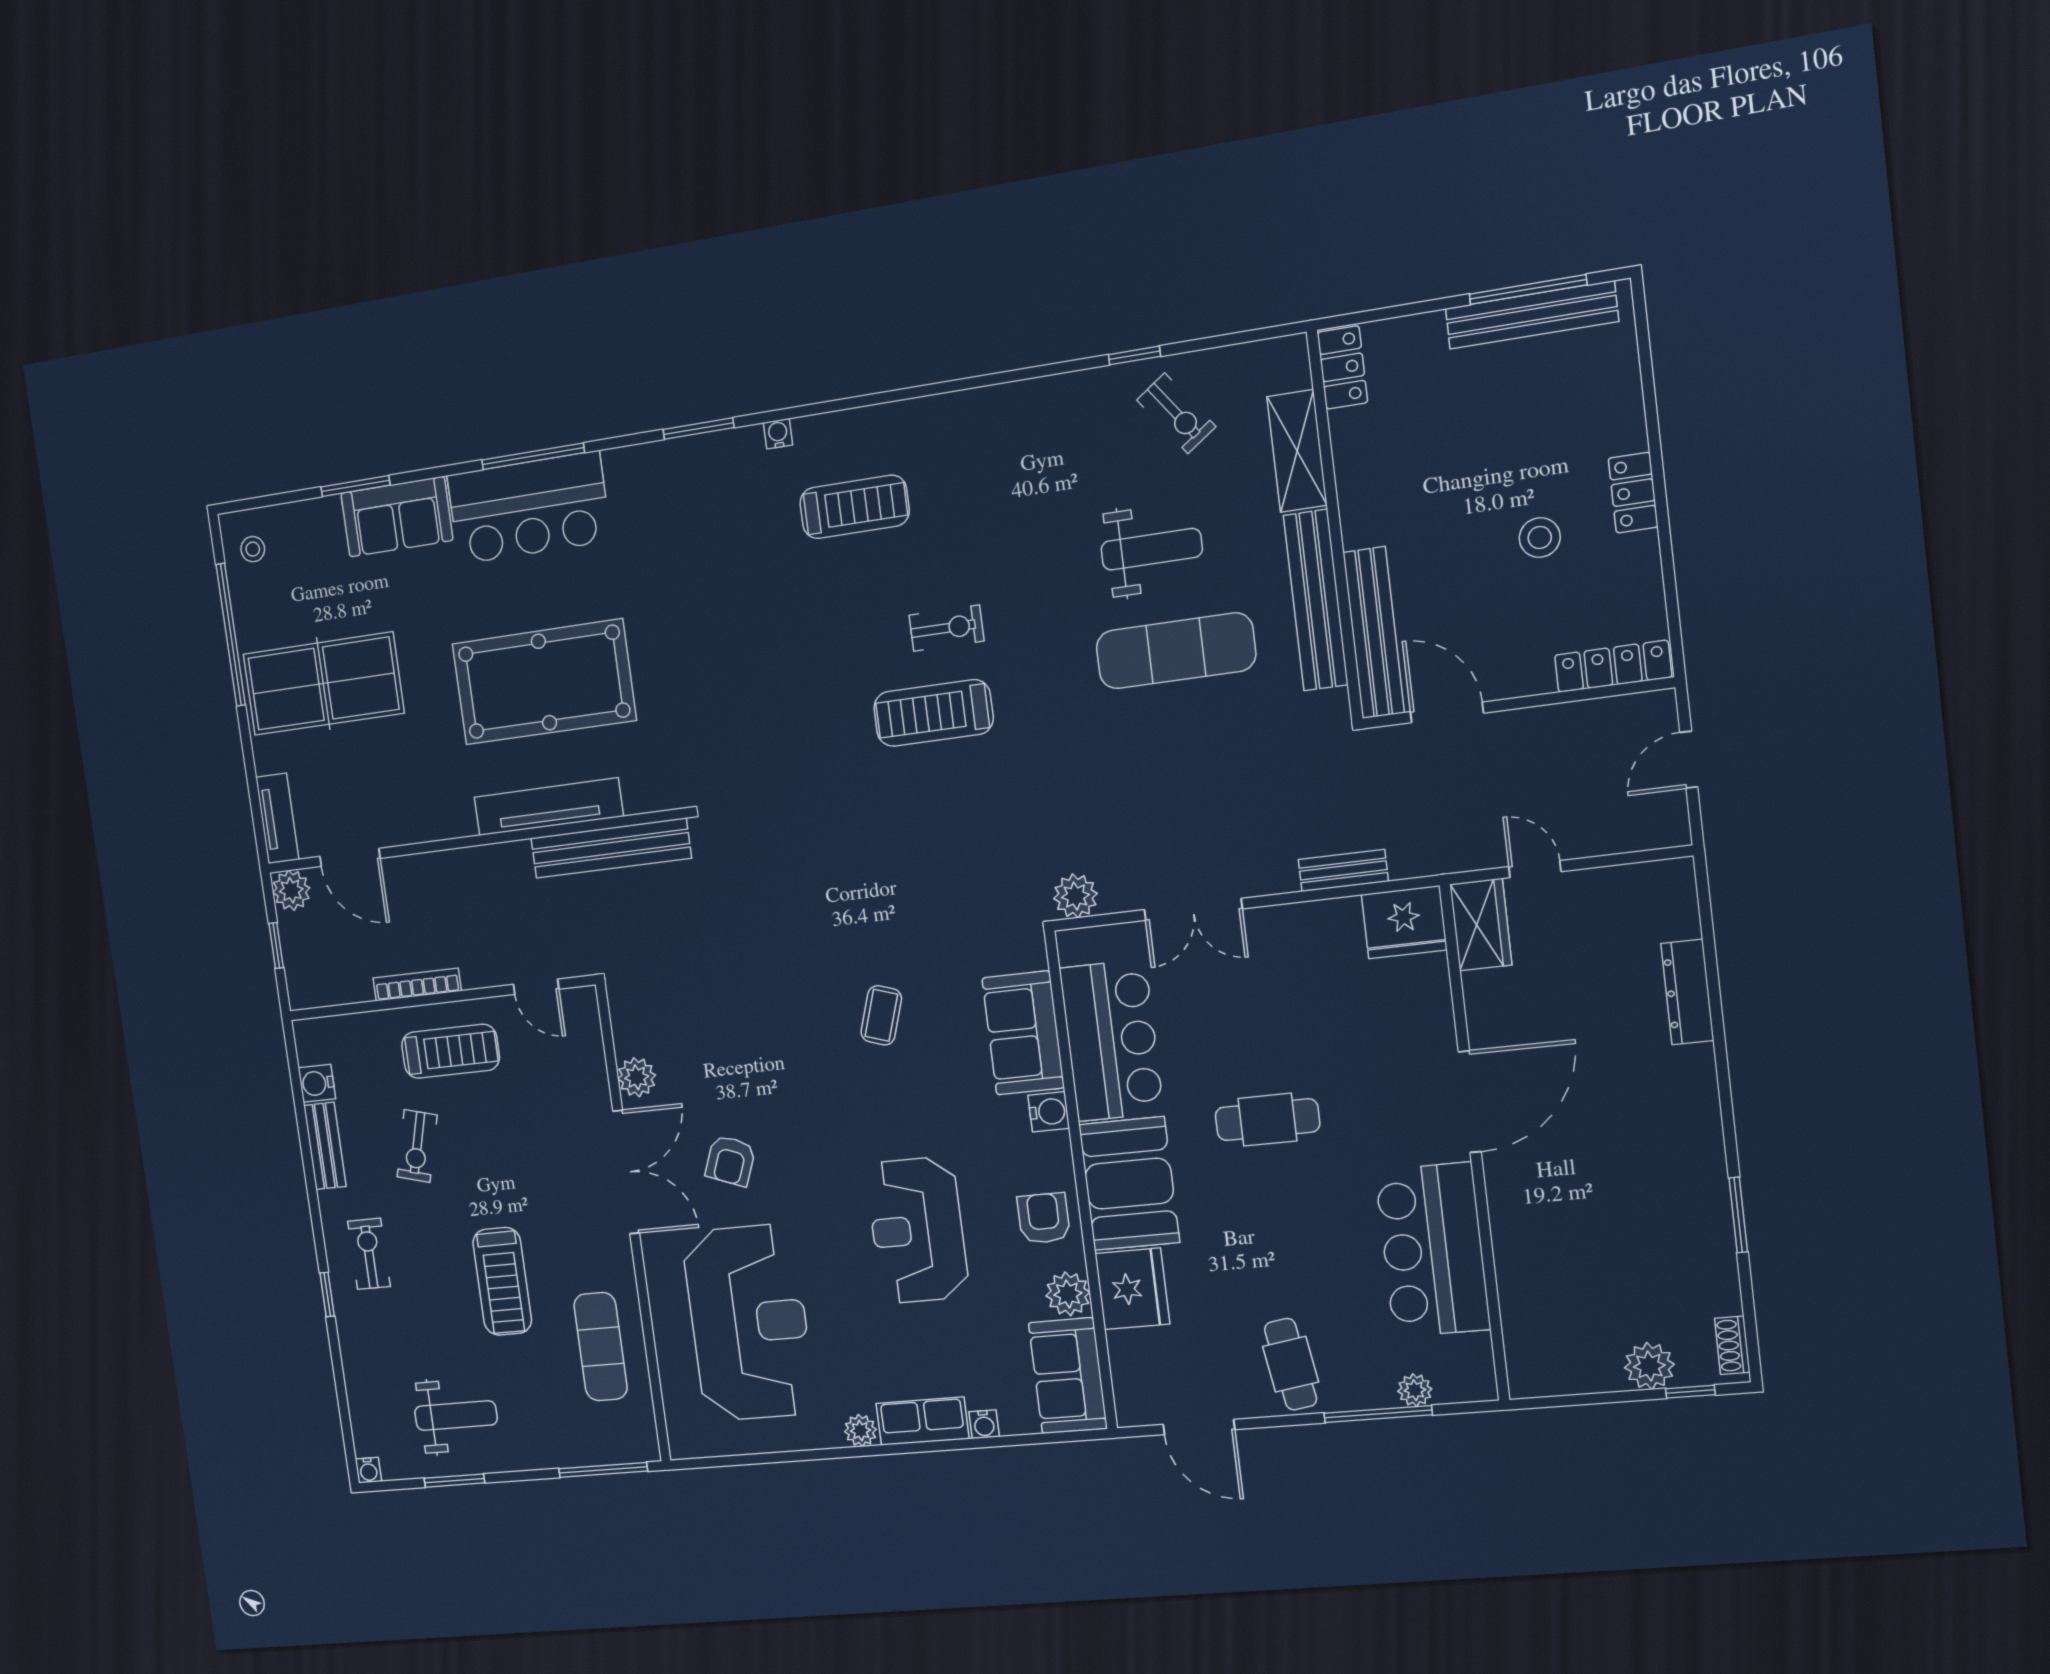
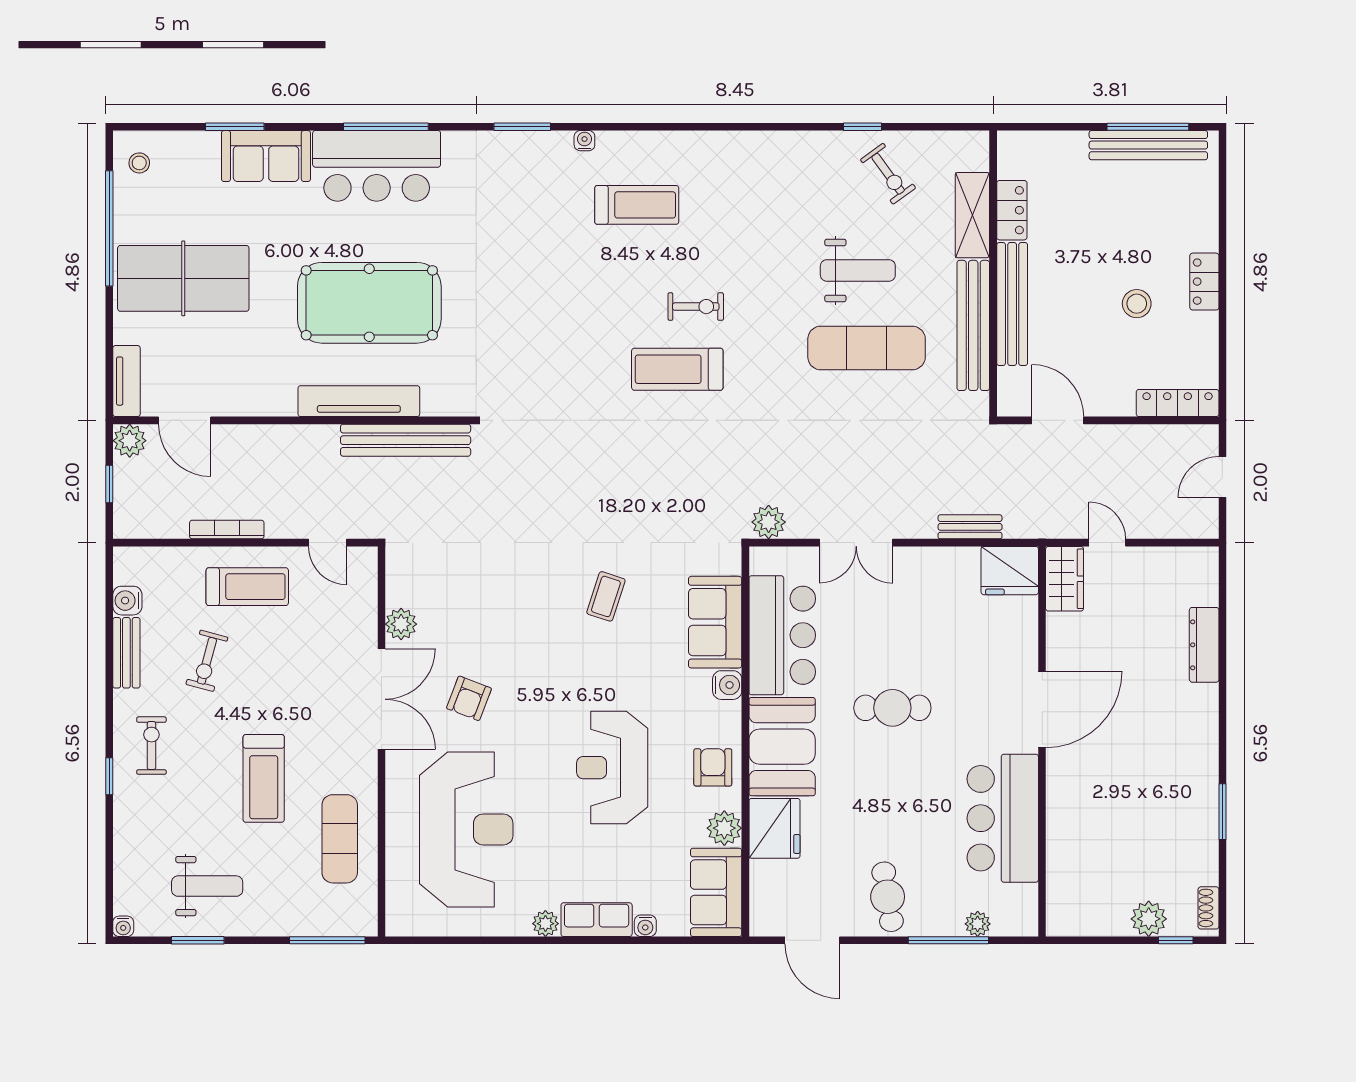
locker: (1342, 367) -> (1012, 210), moved
bench: (1374, 633) -> (1012, 304), moved

